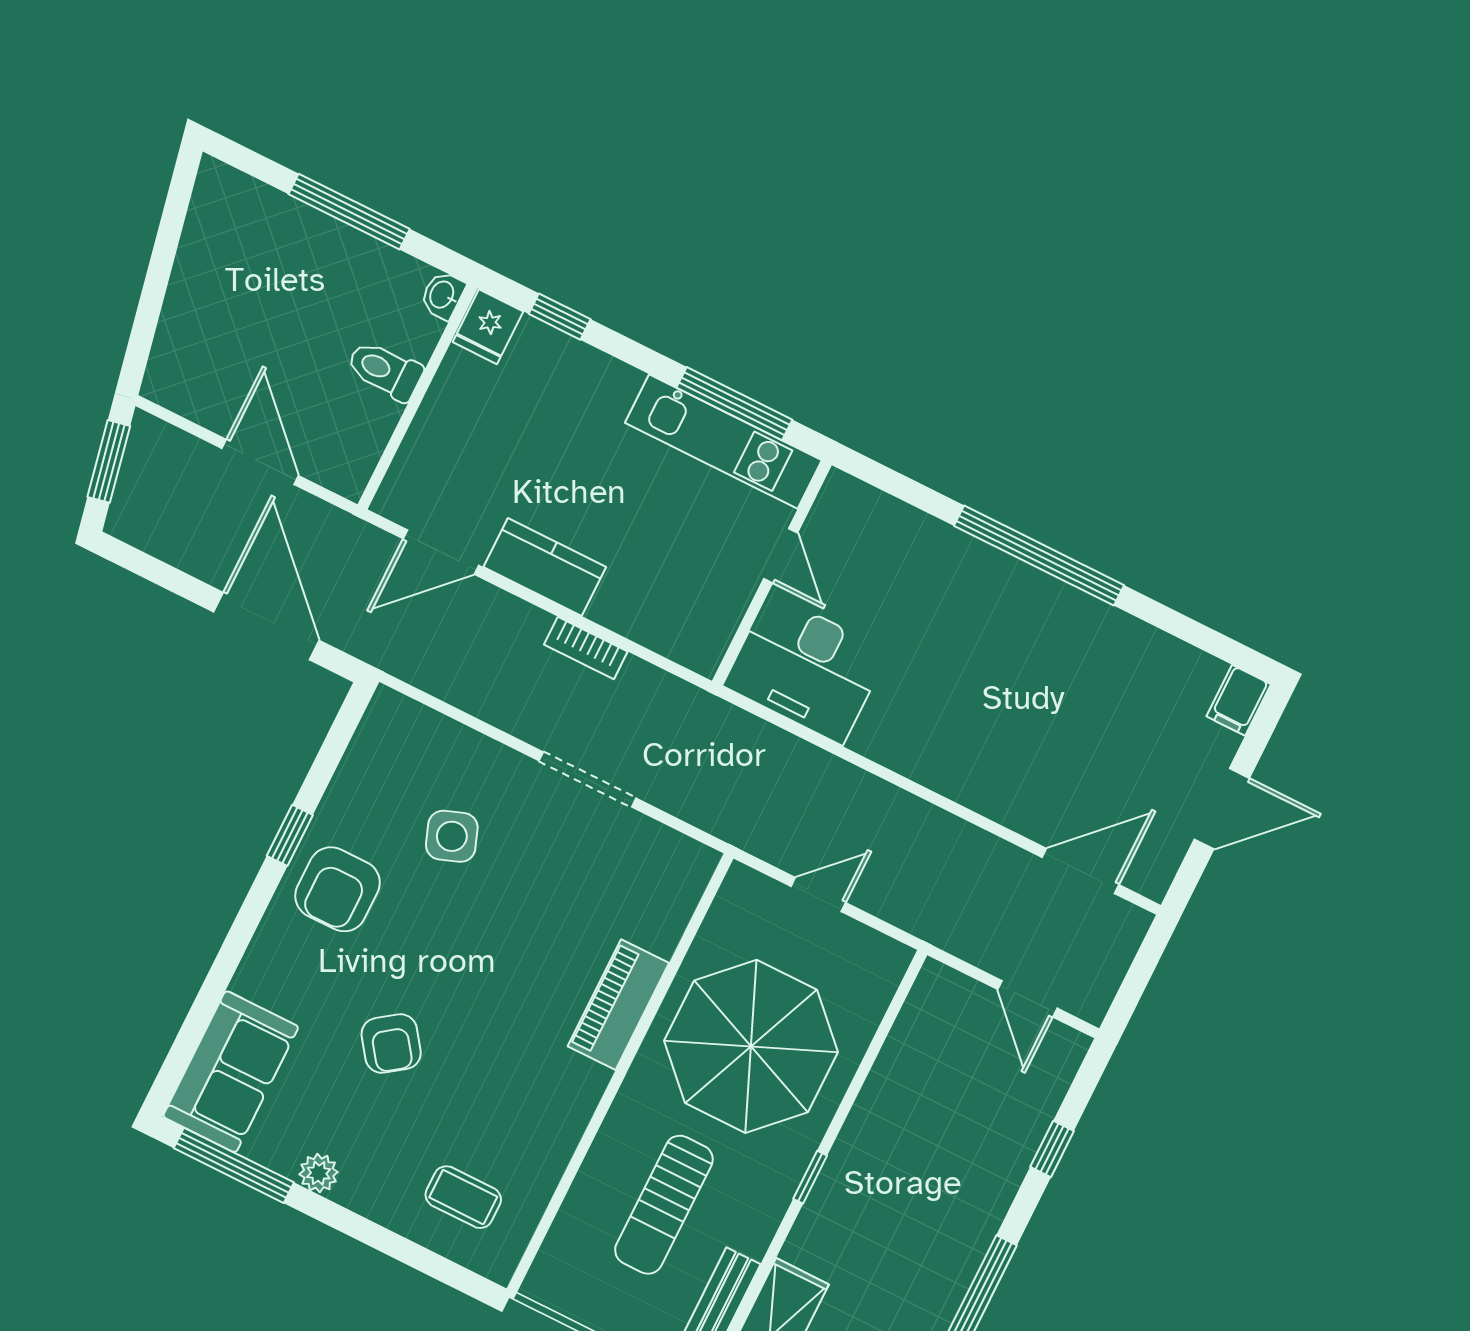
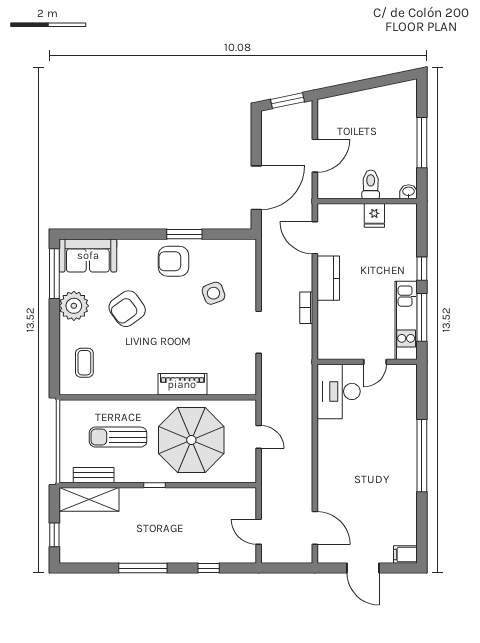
window: (560, 317) -> (422, 269), moved
fridge: (488, 327) -> (374, 215), moved, turned -90
window: (290, 835) -> (184, 234), width x1.50
door: (1027, 999) -> (259, 532), hinge flipped
armchair: (391, 1043) -> (127, 309), width x1.38, depth x1.38
plant: (319, 1173) -> (74, 306), width x1.87, depth x1.87

